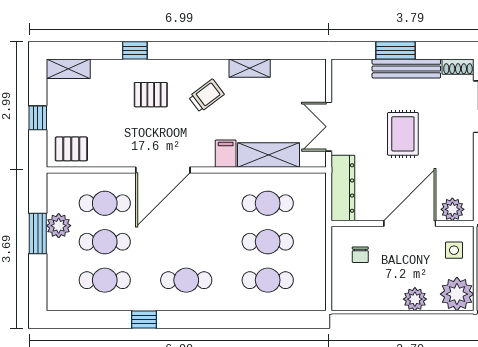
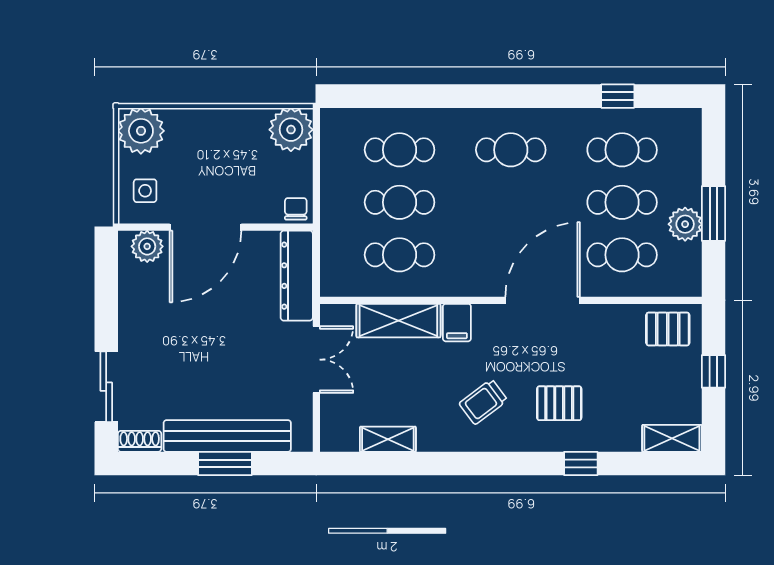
shelving: (250, 68) -> (388, 439), moved
bench: (406, 69) -> (227, 436), width x1.37, depth x1.21
rug: (403, 134) -> (215, 350), removed
chair: (360, 255) -> (296, 209), moved
plant: (415, 299) -> (291, 130), moved, width x1.36, depth x1.36
window: (144, 319) -> (618, 96), moved

